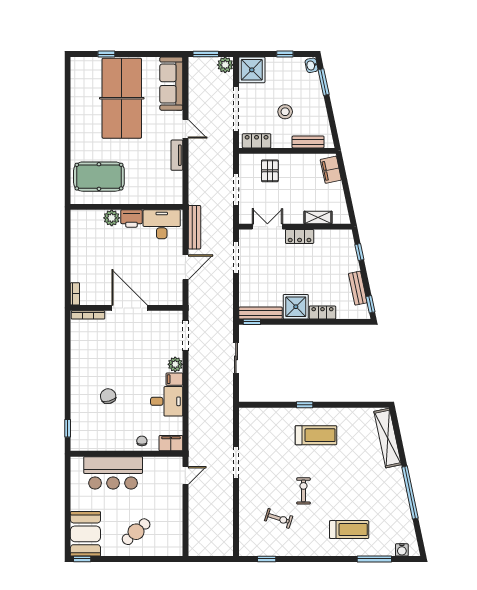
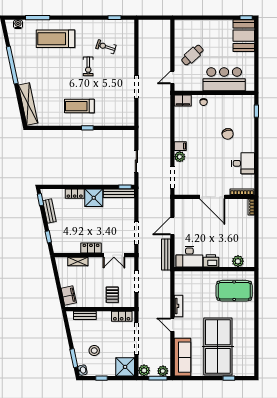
plant: (199, 64) -> (163, 371), added
stool: (285, 112) -> (94, 351), moved
plant: (112, 218) -> (238, 261), moved
desk: (167, 401) -> (243, 163), moved, turned 180
treadmill: (349, 530) -> (56, 39), width x1.37, depth x1.38
cafe table: (136, 532) -> (192, 55), moved

